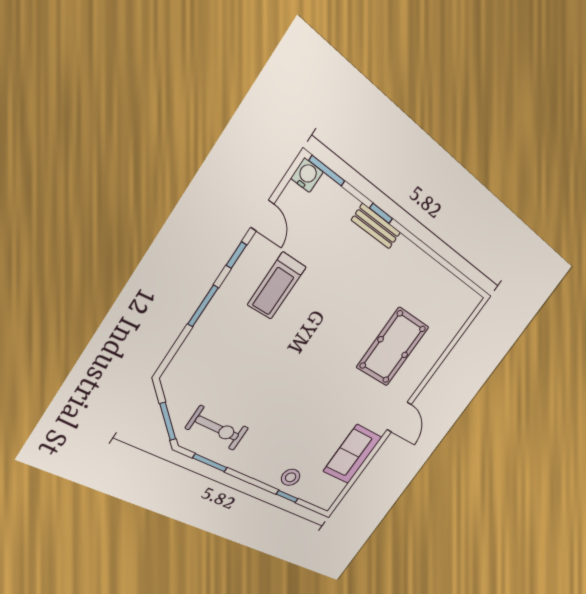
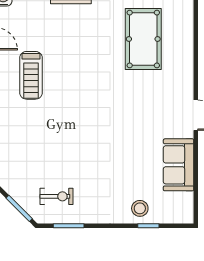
pool table: (393, 347) -> (143, 39), moved
exercise bike: (217, 428) -> (57, 196), width x0.73, depth x0.72

